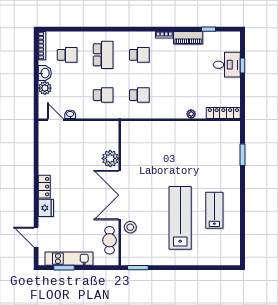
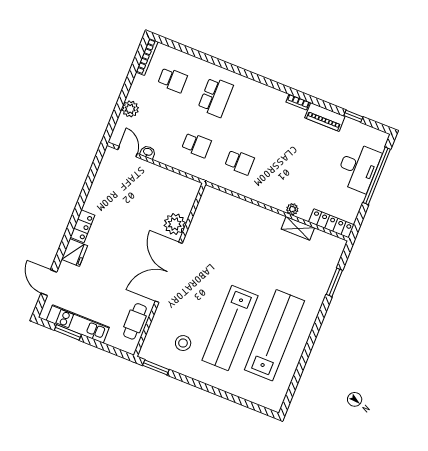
school desk: (139, 55) -> (259, 114), removed
desk: (227, 65) -> (358, 167), width x1.37
window: (243, 65) -> (377, 176), width x3.17
washbasin: (45, 73) -> (137, 91), removed
shelving: (201, 126) -> (298, 228), added
lab bench: (214, 210) -> (274, 335), width x1.86, depth x1.39
lab bench: (180, 218) -> (230, 328), turned 180
stool: (130, 227) -> (183, 343), moved

